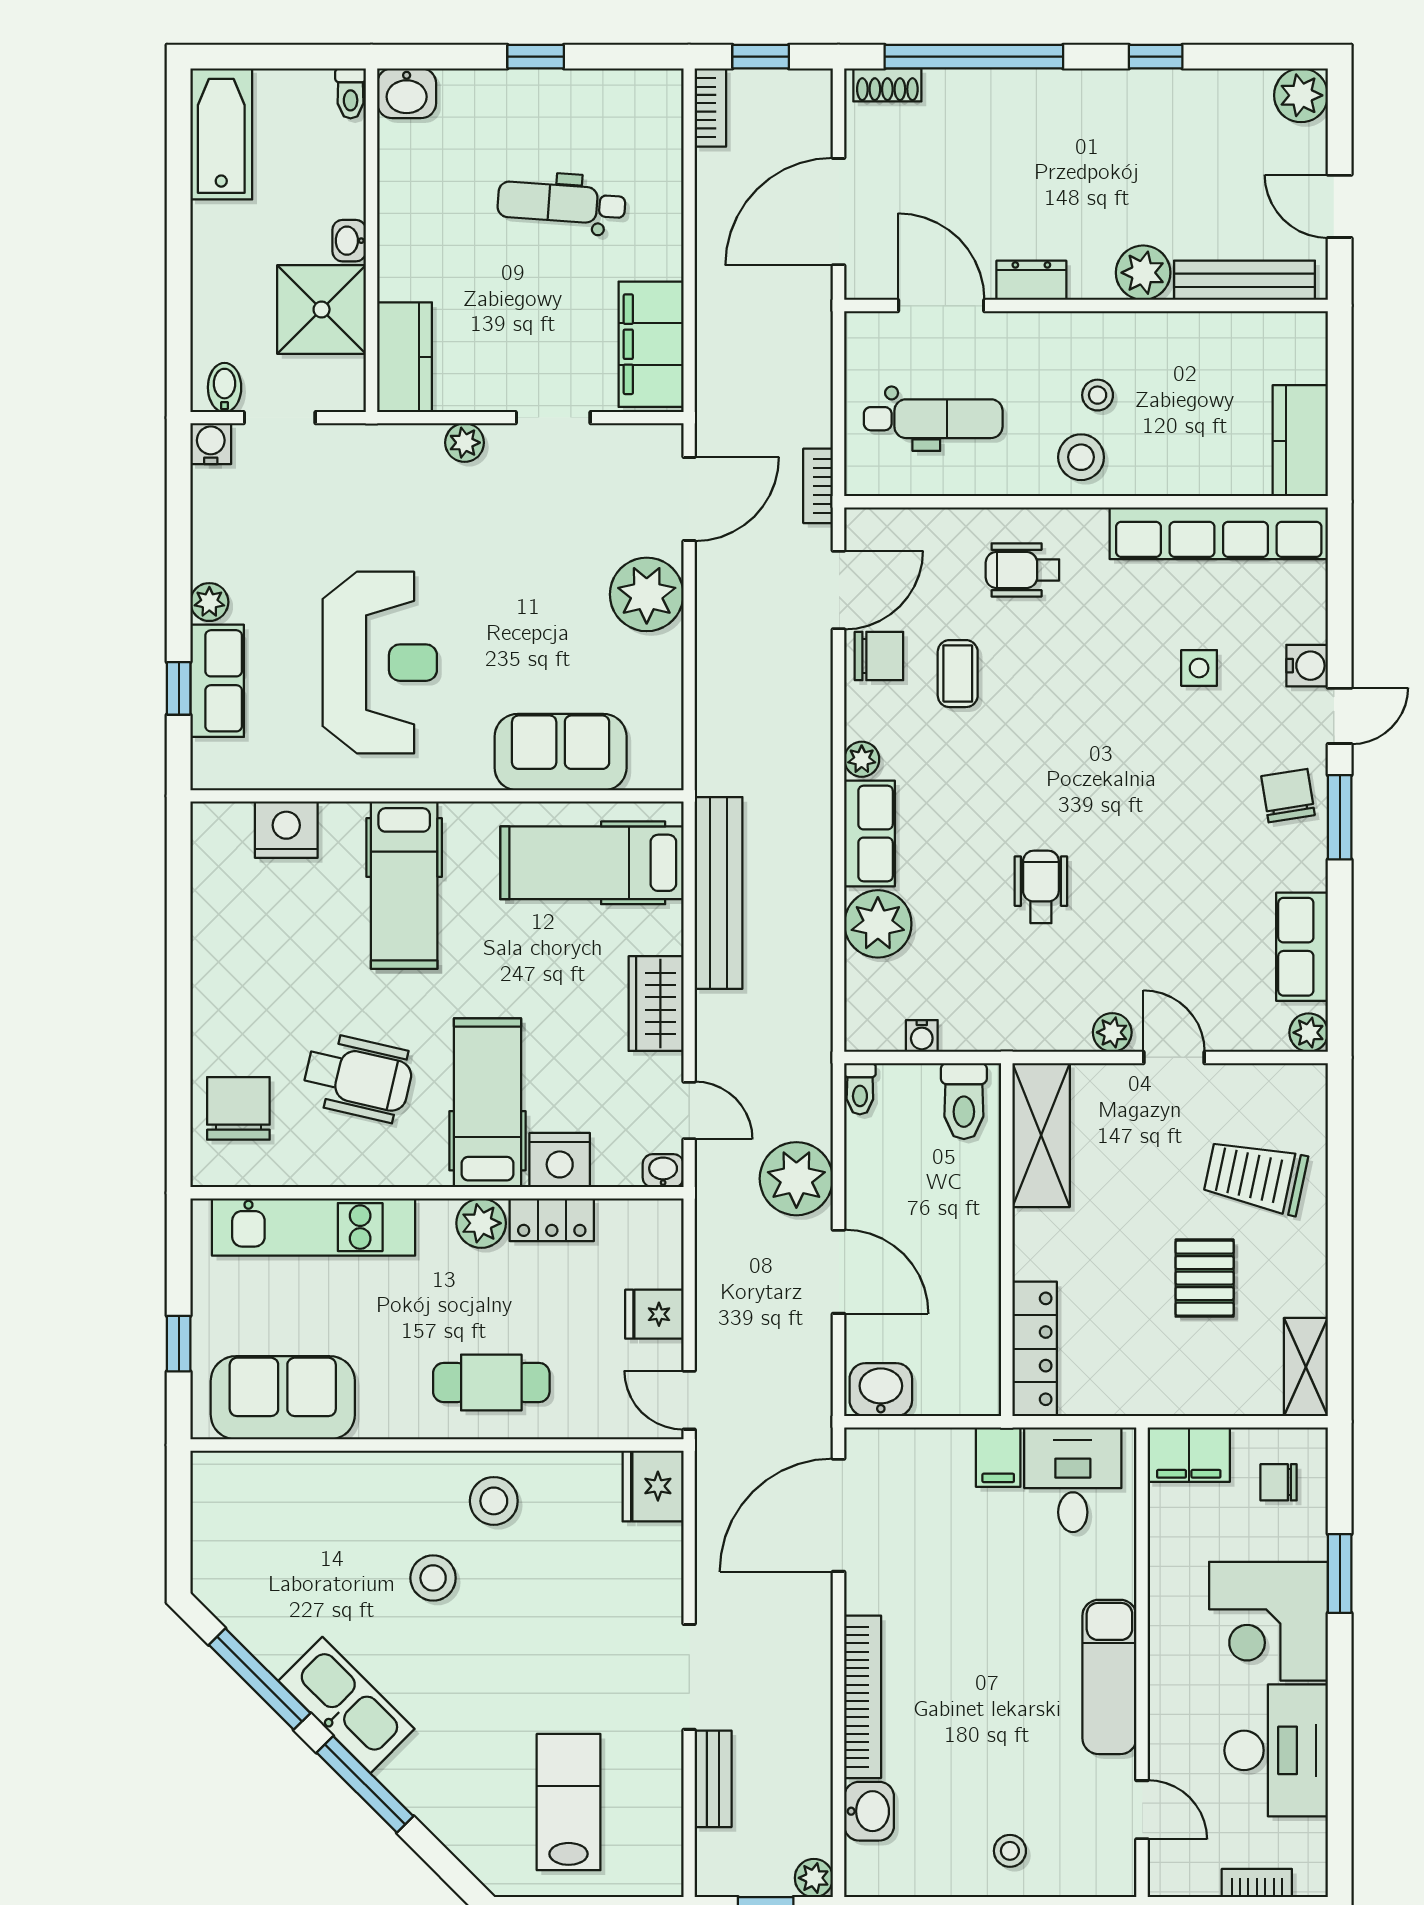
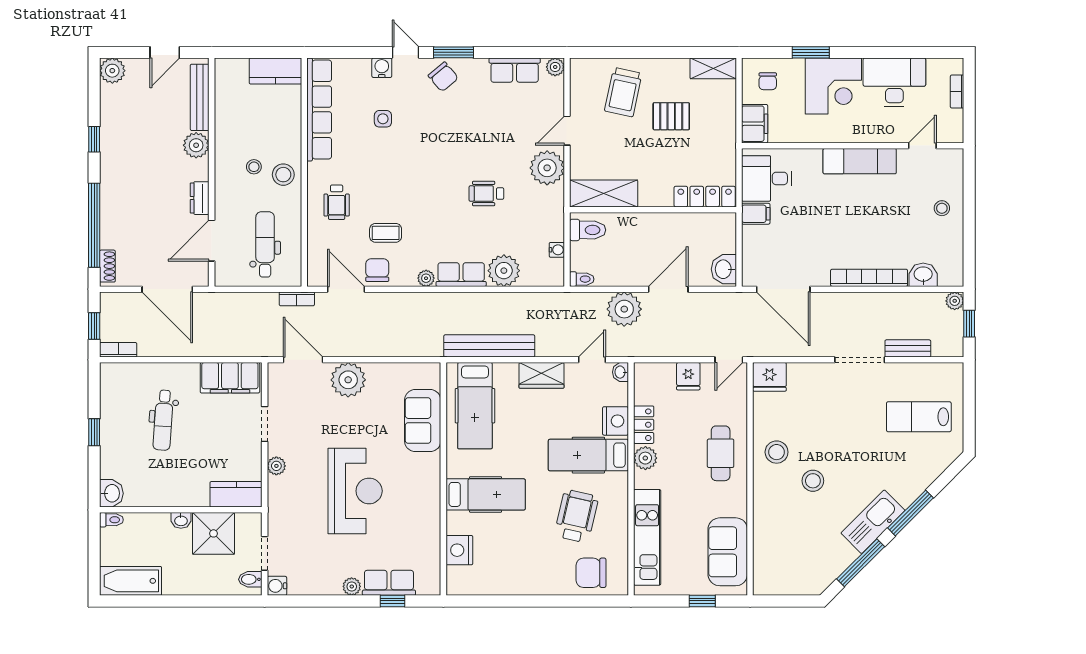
reception desk: (380, 663) -> (355, 491), moved, turned 90
chair: (1288, 796) -> (443, 77), turned -121
plant: (1112, 1032) -> (547, 168), width x1.88, depth x1.88

